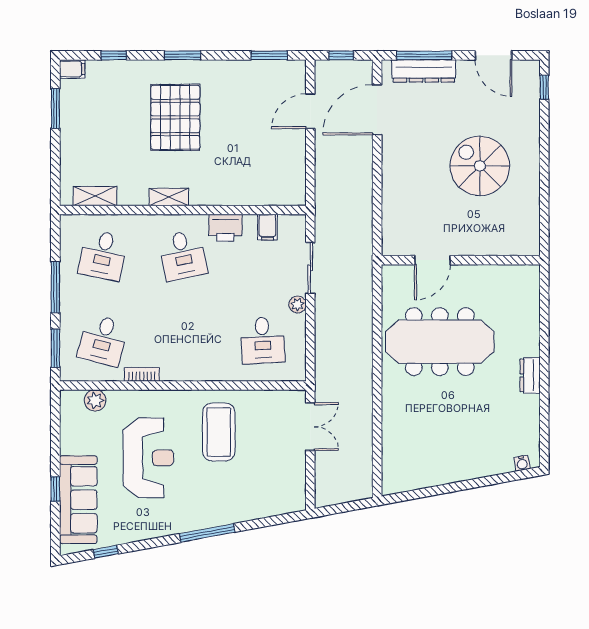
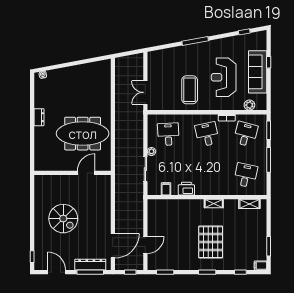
desk: (183, 255) -> (207, 134), moved
sofa: (78, 500) -> (258, 72), moved

